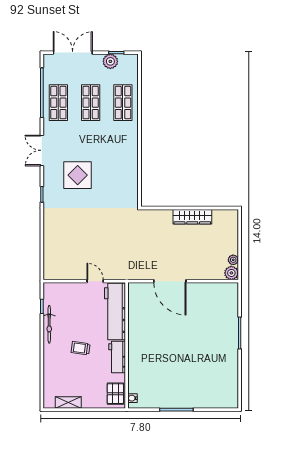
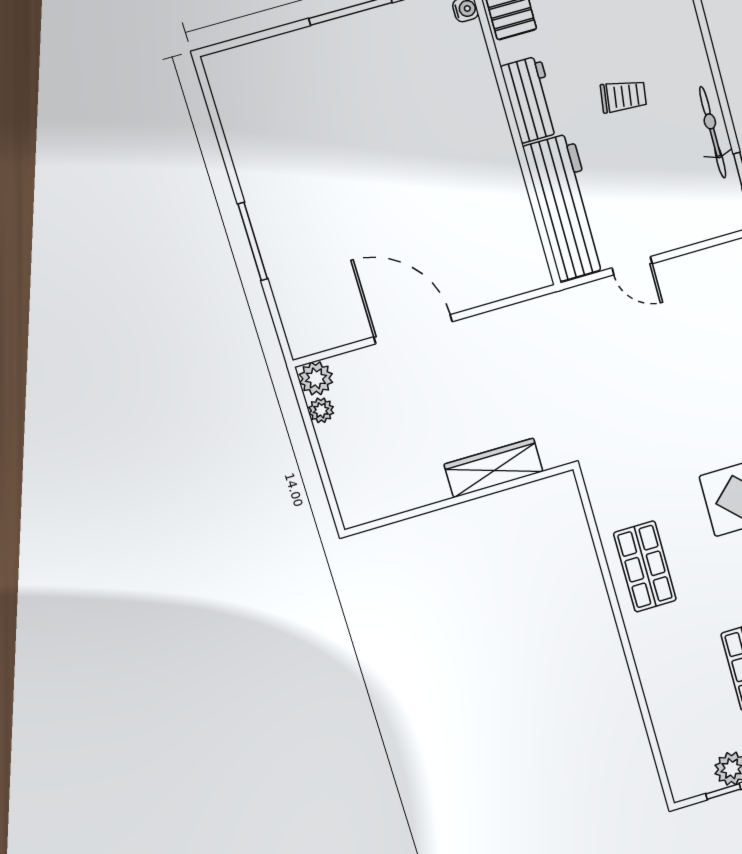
shop shelf: (123, 103) -> (645, 567), moved
wardrobe: (192, 217) -> (494, 468), moved
door: (170, 281) -> (413, 329), moved

